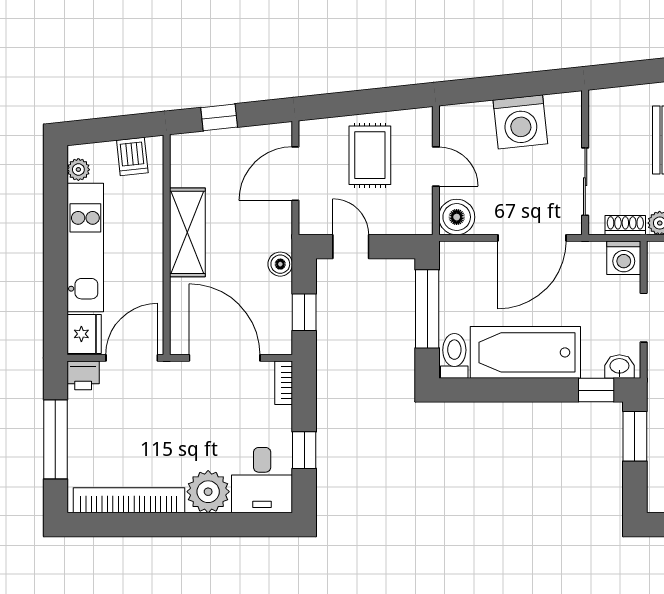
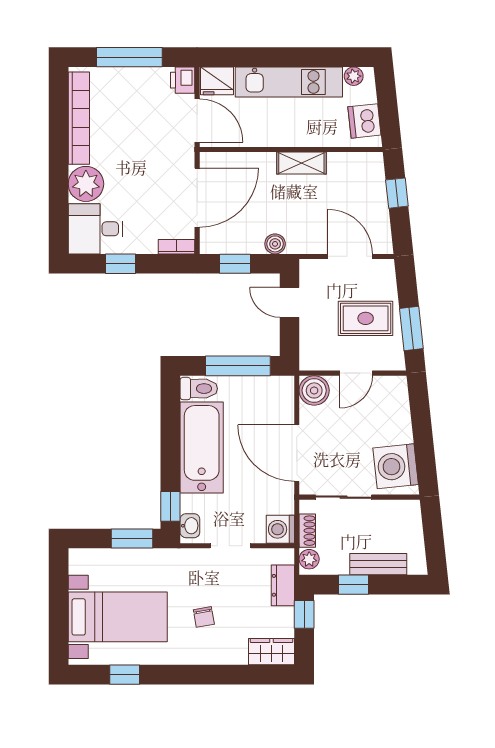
window: (382, 100) -> (411, 328), added
washing machine: (520, 122) -> (396, 466), moved
dishwasher: (132, 156) -> (364, 121), width x1.38
shelving: (187, 232) -> (301, 163), width x0.67, depth x0.75
door: (351, 247) -> (290, 302), swing flipped

